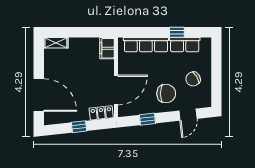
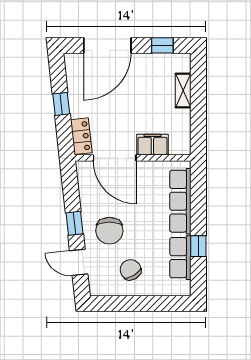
shelving: (56, 43) -> (183, 90), moved
filing cabinet: (107, 48) -> (152, 145), moved
window: (39, 57) -> (162, 45), added
window: (147, 119) -> (74, 223), moved

